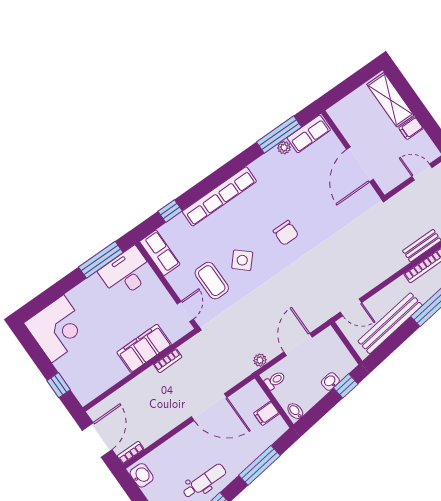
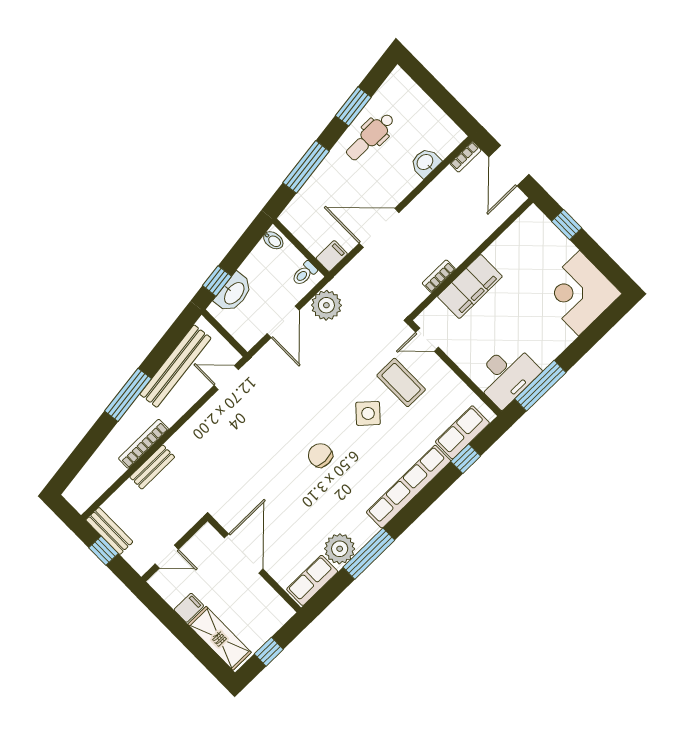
window: (353, 83) -> (269, 652), added
window: (279, 135) -> (369, 554), moved
plant: (284, 148) -> (340, 549), width x1.88, depth x1.88
row of seats: (160, 253) -> (462, 432), moved, turned 90
door: (185, 311) -> (427, 340), hinge flipped
plant: (260, 360) -> (326, 305), width x1.87, depth x1.87
washbasin: (330, 381) -> (234, 293), width x1.91, depth x1.45
filing cabinet: (267, 413) -> (332, 256), moved
washbasin: (142, 475) -> (425, 162), moved, turned 90

